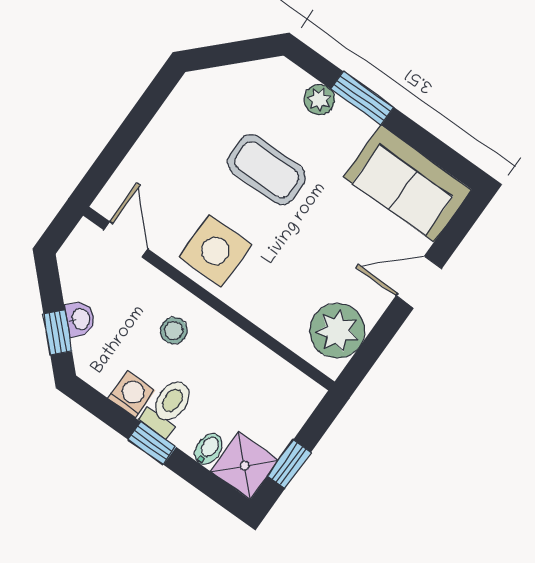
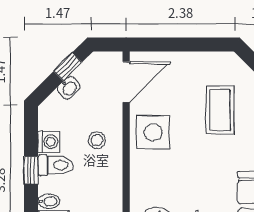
coffee table: (267, 170) -> (220, 110), moved
door: (126, 239) -> (126, 82), width x1.38
window: (58, 332) -> (68, 67), moved

